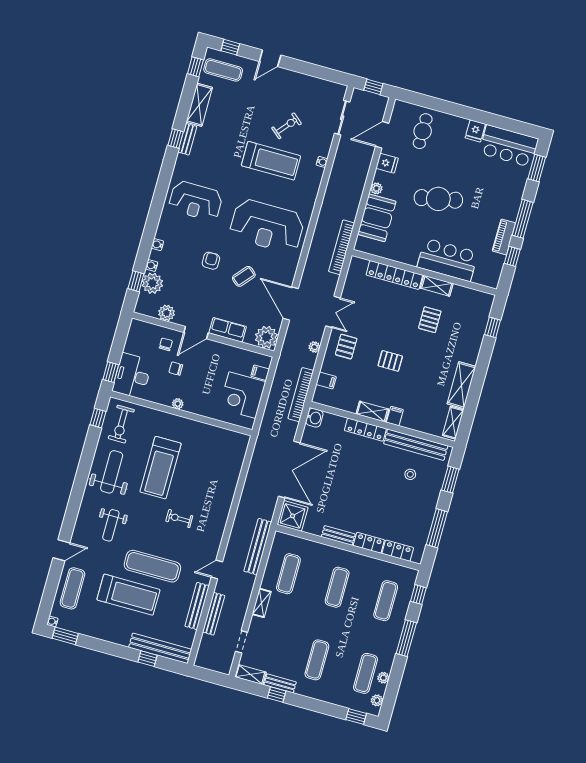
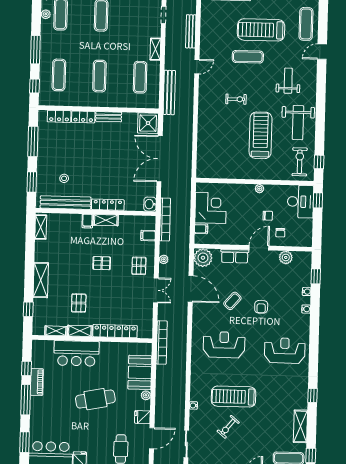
bench: (187, 139) -> (303, 397), removed
reception desk: (267, 226) -> (224, 345), width x0.74, depth x0.77
plant: (152, 283) -> (303, 278), removed
shelving: (466, 293) -> (56, 331), added
double door: (333, 312) -> (156, 290), swing flipped
shelving: (461, 385) -> (41, 280), moved
exercise mat: (152, 566) -> (248, 57), width x0.73, depth x0.69
bench: (197, 606) -> (205, 34), removed

